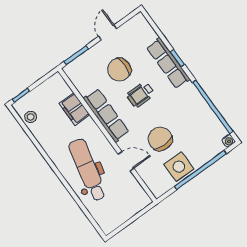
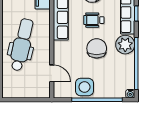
plant: (189, 96) -> (125, 45), added
chair: (160, 139) -> (97, 48), moved
door: (126, 161) -> (52, 73), moved

